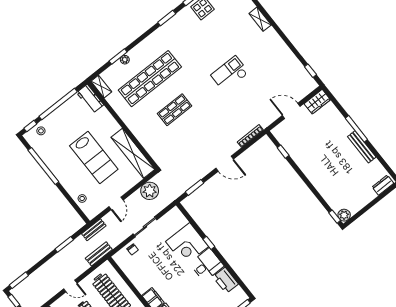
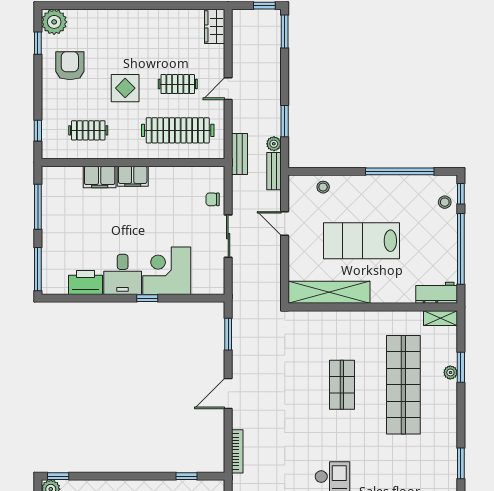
plant: (150, 191) -> (274, 144), moved, width x0.53, depth x0.53

